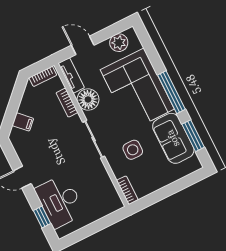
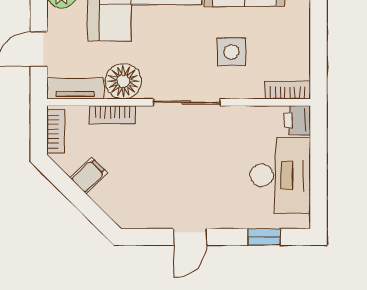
filing cabinet: (23, 122) -> (89, 175), moved
desk: (60, 201) -> (280, 175), moved, turned -90
printer: (114, 203) -> (297, 120), added

